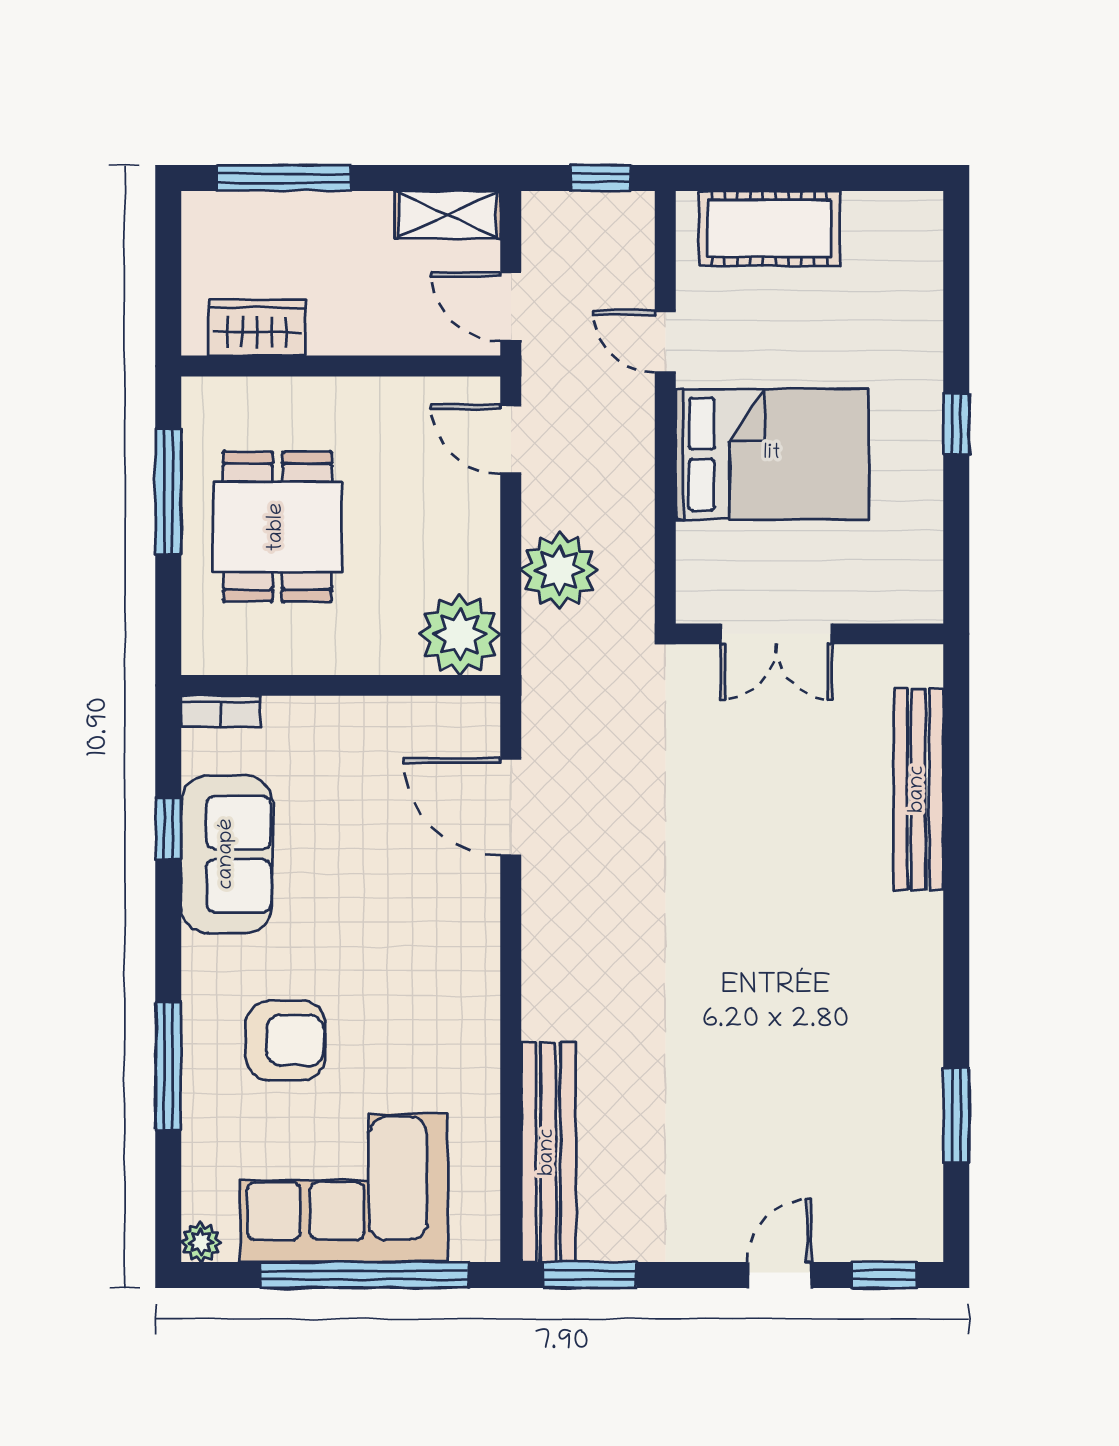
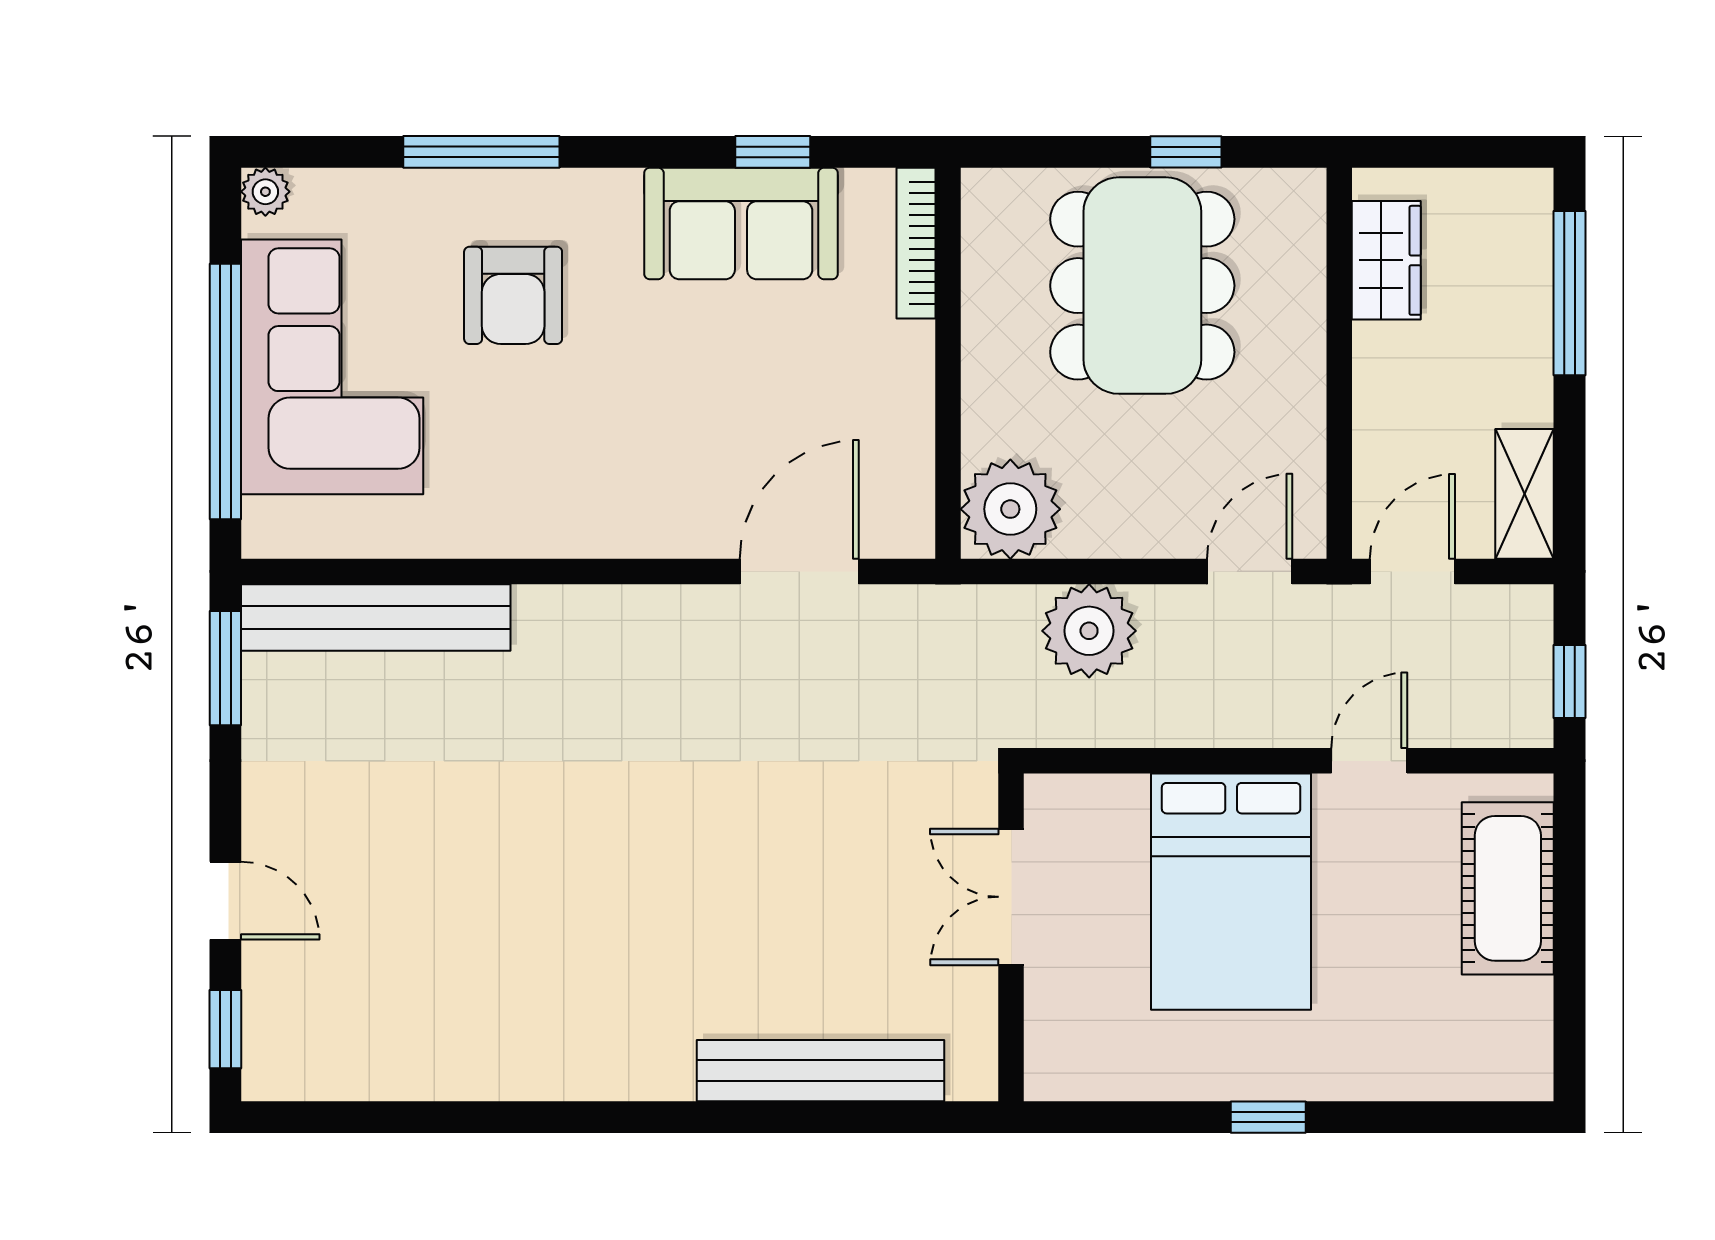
window: (168, 491) -> (1186, 152), width x0.46
dining table: (277, 527) -> (1142, 286), width x1.38
bookcase: (221, 711) -> (916, 243), width x1.56
window: (956, 1115) -> (421, 1117), removed

